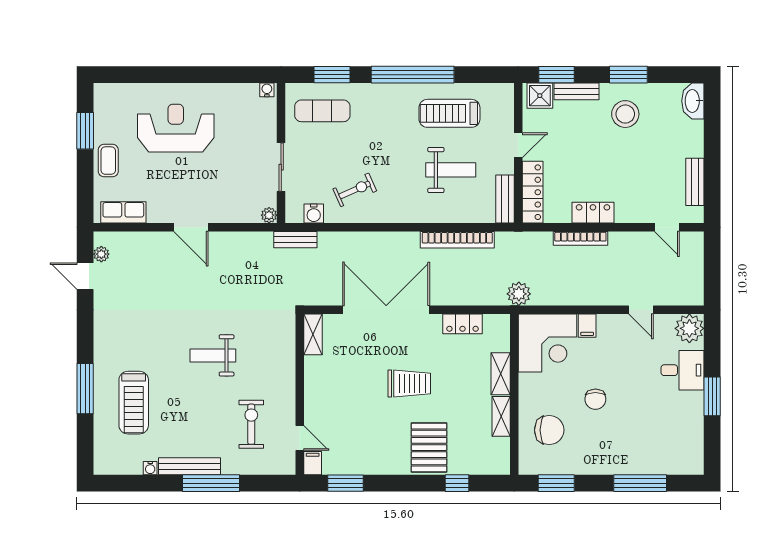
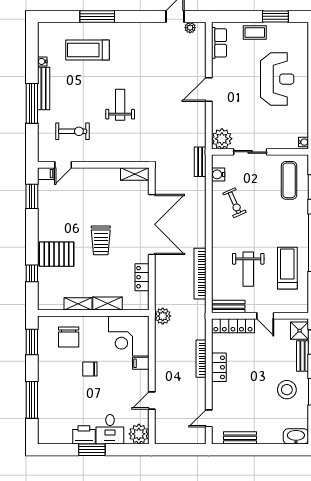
plant: (269, 215) -> (222, 139), width x1.88, depth x1.88
printer: (691, 408) -> (84, 435), added

